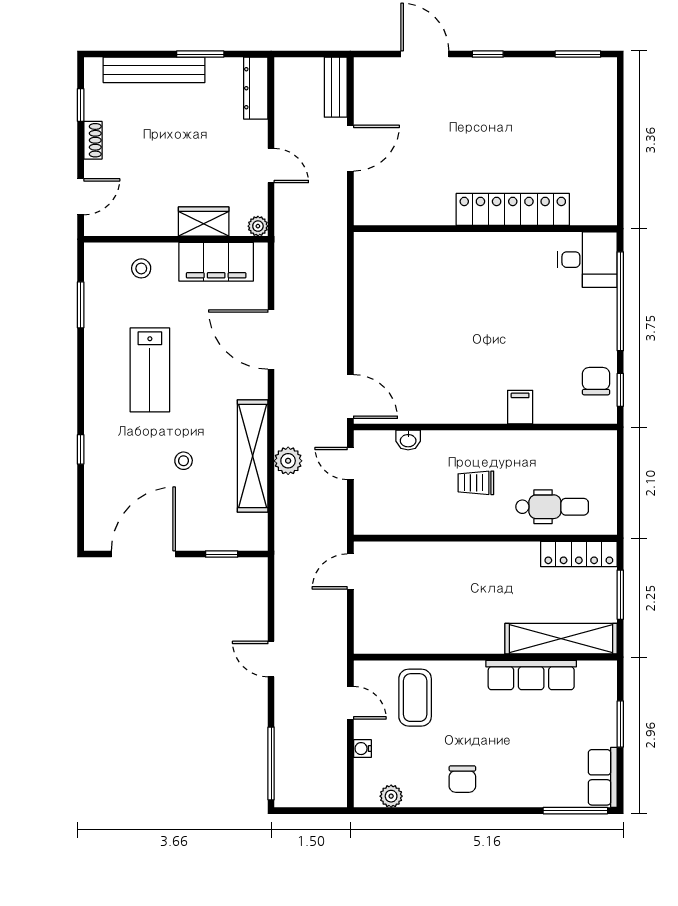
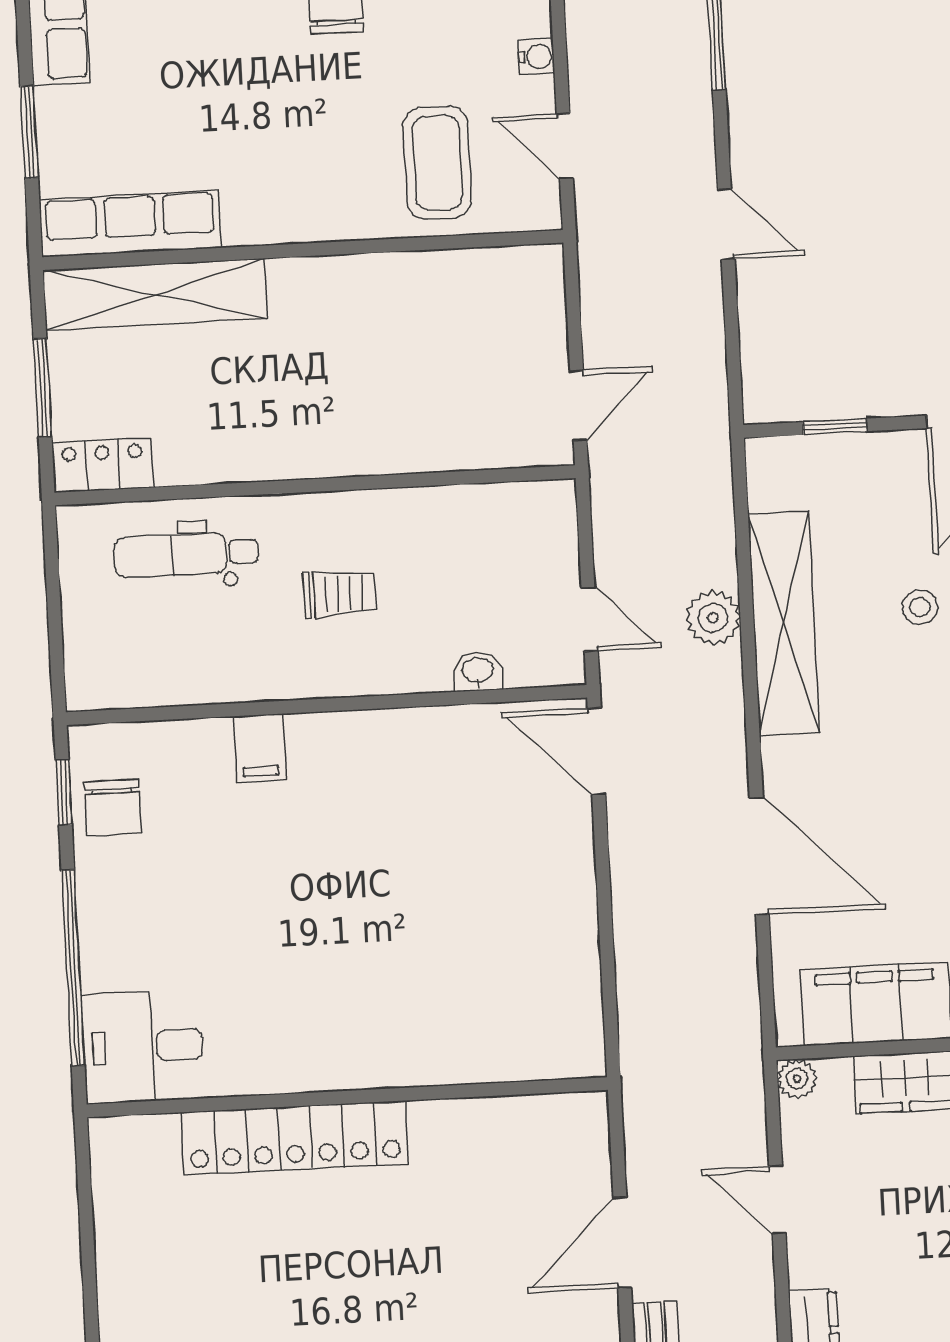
locker: (579, 554) -> (103, 465), width x0.66
row of seats: (531, 675) -> (130, 224), moved

